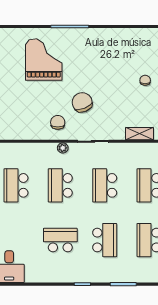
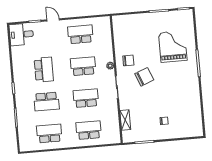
grand piano: (44, 60) -> (173, 47), turned -90

